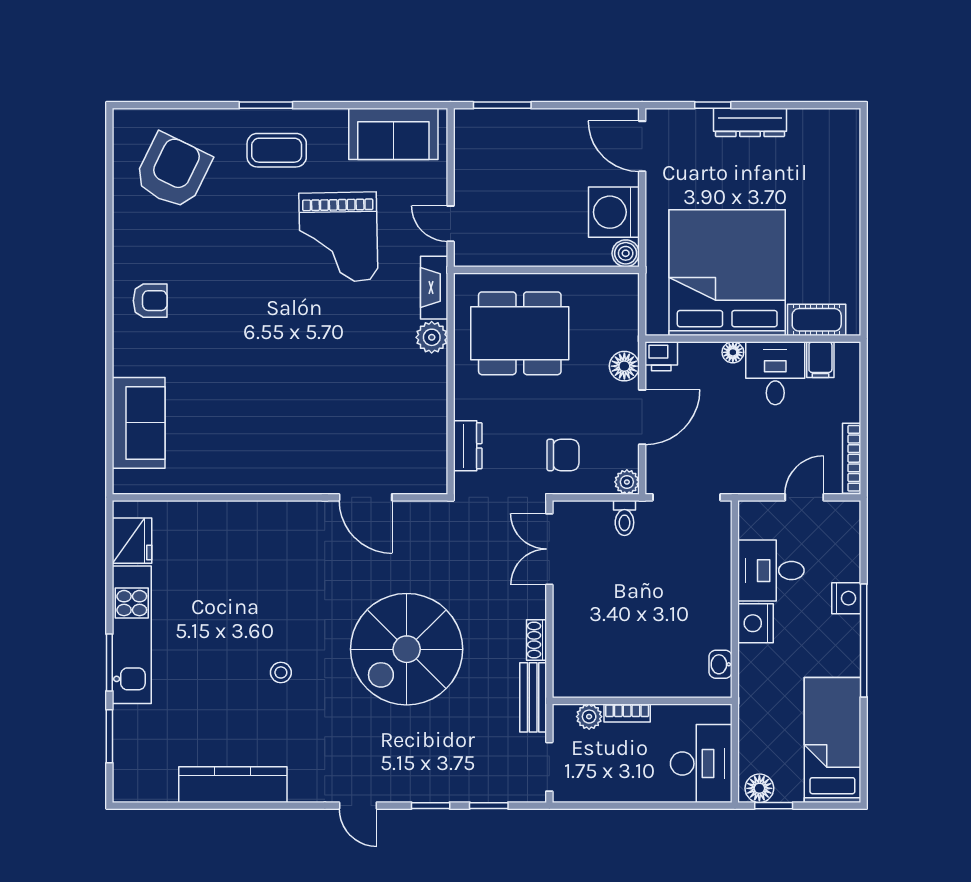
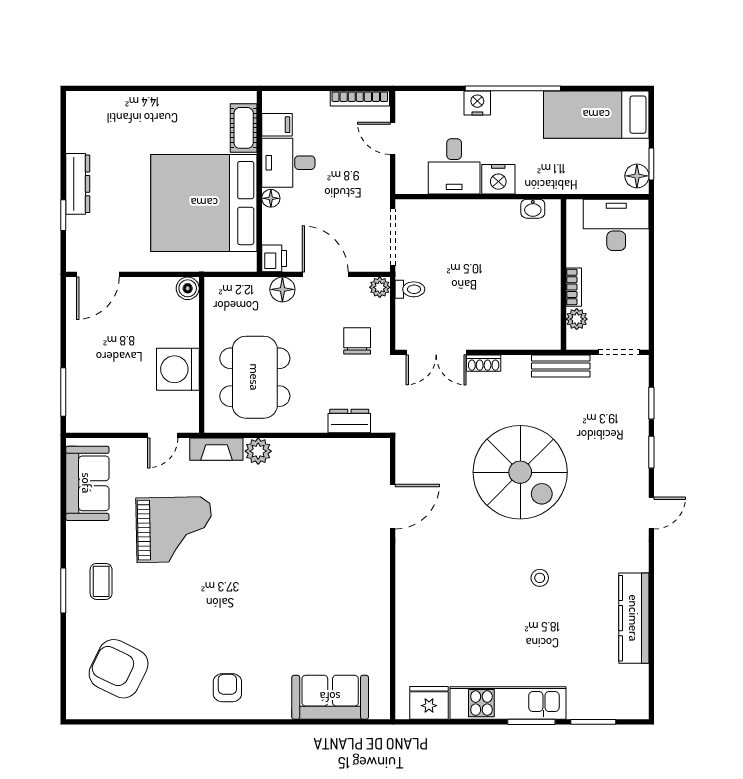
coffee table: (277, 150) -> (101, 581), width x0.73, depth x0.77
washing machine: (614, 212) -> (178, 369), moved, turned 90
shoe rack: (536, 640) -> (484, 363), moved

